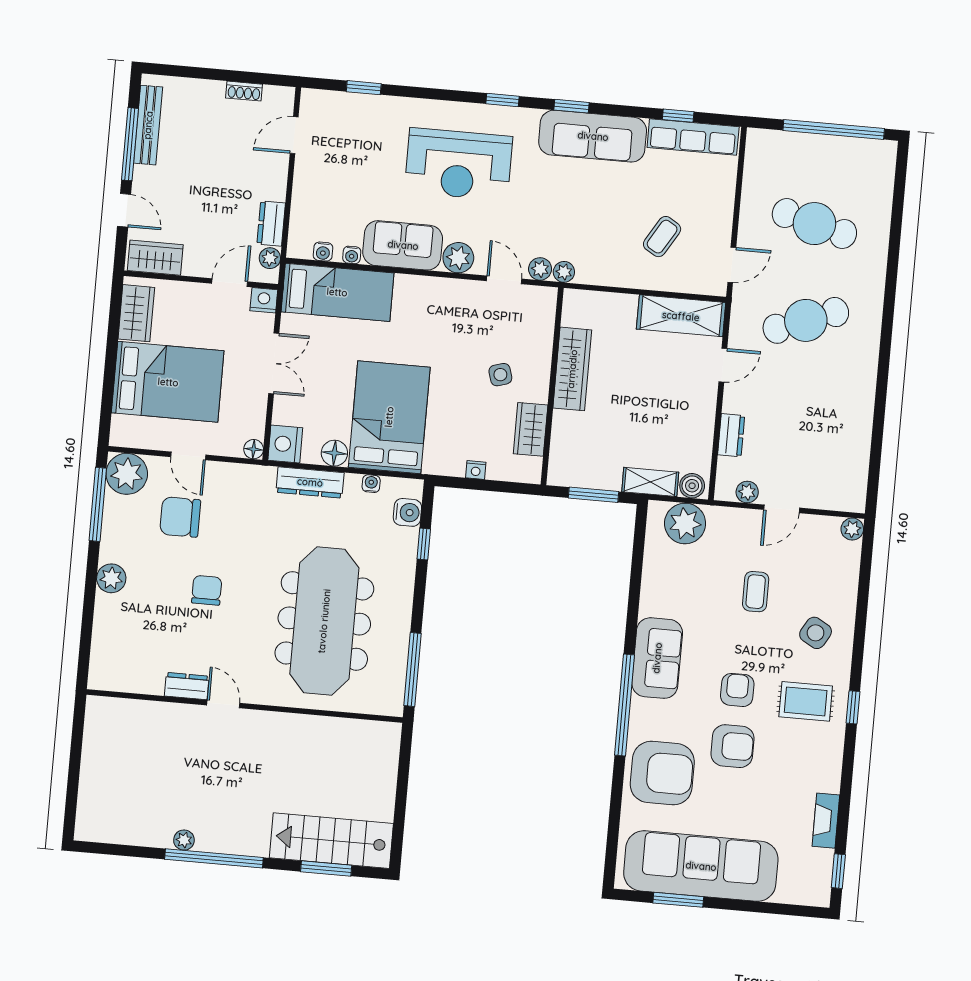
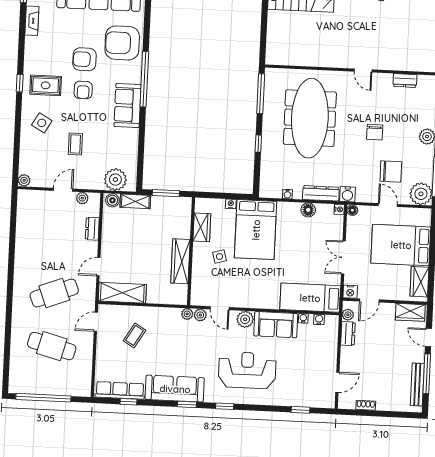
bed: (389, 417) -> (256, 230), moved
nightstand: (285, 444) -> (339, 209), width x0.53, depth x0.56
water cooler: (407, 512) -> (348, 194), moved, turned -90
window: (424, 544) -> (258, 144), moved
dresser: (187, 686) -> (405, 81), moved

